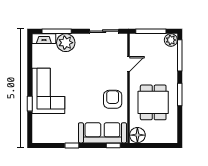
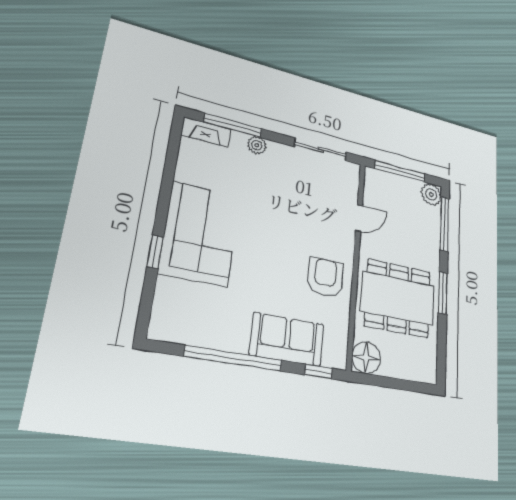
plant: (66, 43) -> (257, 145), width x0.53, depth x0.53
dining table: (153, 102) -> (398, 298), width x1.38
sofa: (102, 133) -> (287, 339), width x0.73
window: (72, 145) -> (234, 358), width x3.17

